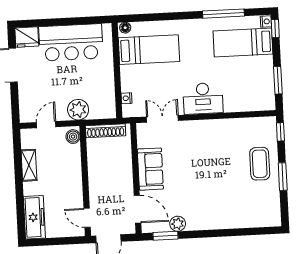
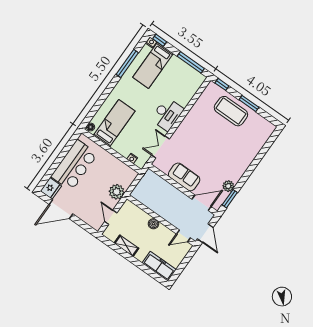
window: (278, 80) -> (191, 62), width x1.44
shoe rack: (106, 131) -> (141, 185), removed
boiler: (73, 137) -> (153, 224), moved
coffee table: (260, 164) -> (231, 111), width x1.36, depth x1.32

